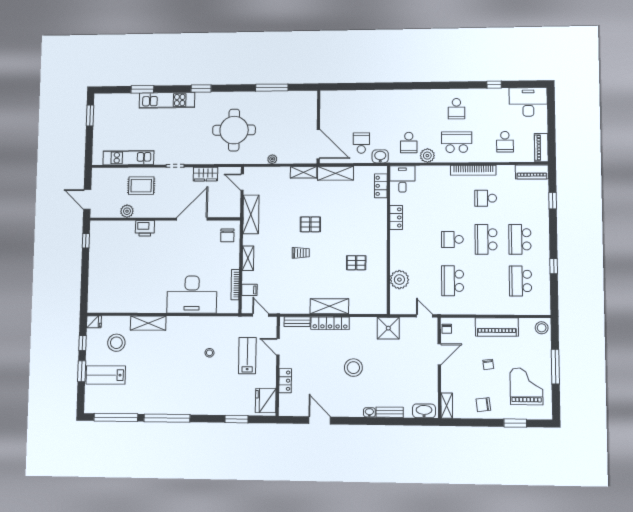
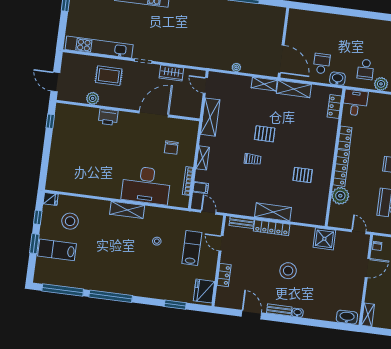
round table: (234, 130) -> (203, 35), removed
kitchen unit: (128, 158) -> (99, 47), width x1.36
chair: (227, 235) -> (171, 148), moved
locker: (396, 250) -> (341, 168), added
shelving: (148, 323) -> (127, 210), moved
bench: (390, 412) -> (279, 310), moved

